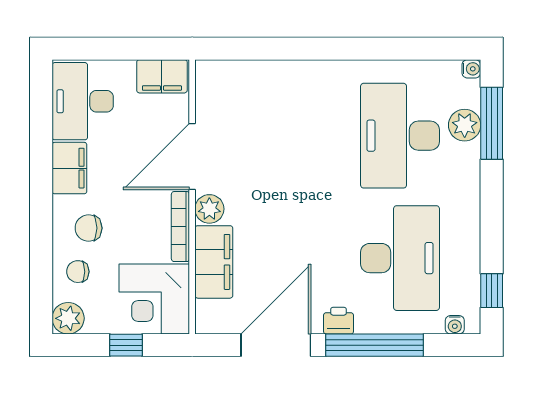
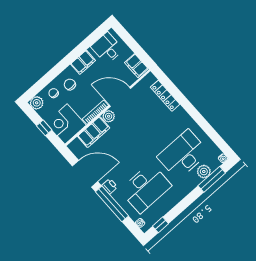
locker: (264, 73) -> (165, 96), added
desk: (83, 101) -> (107, 48), width x0.73

